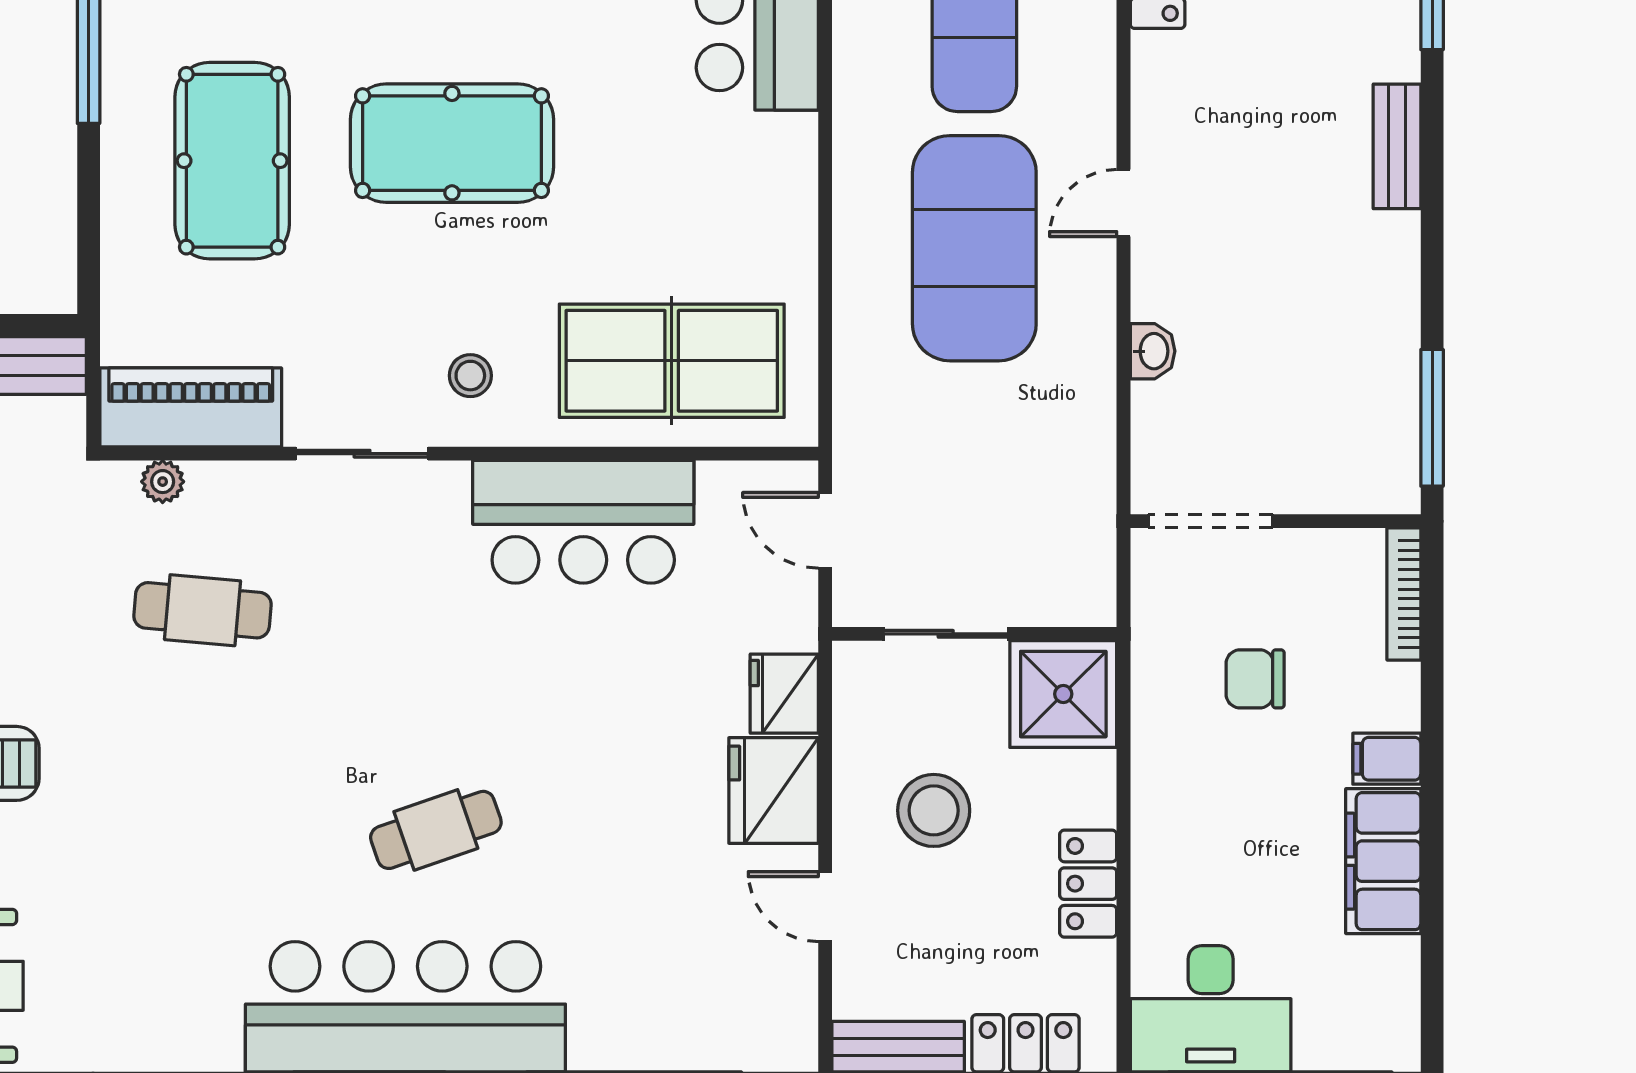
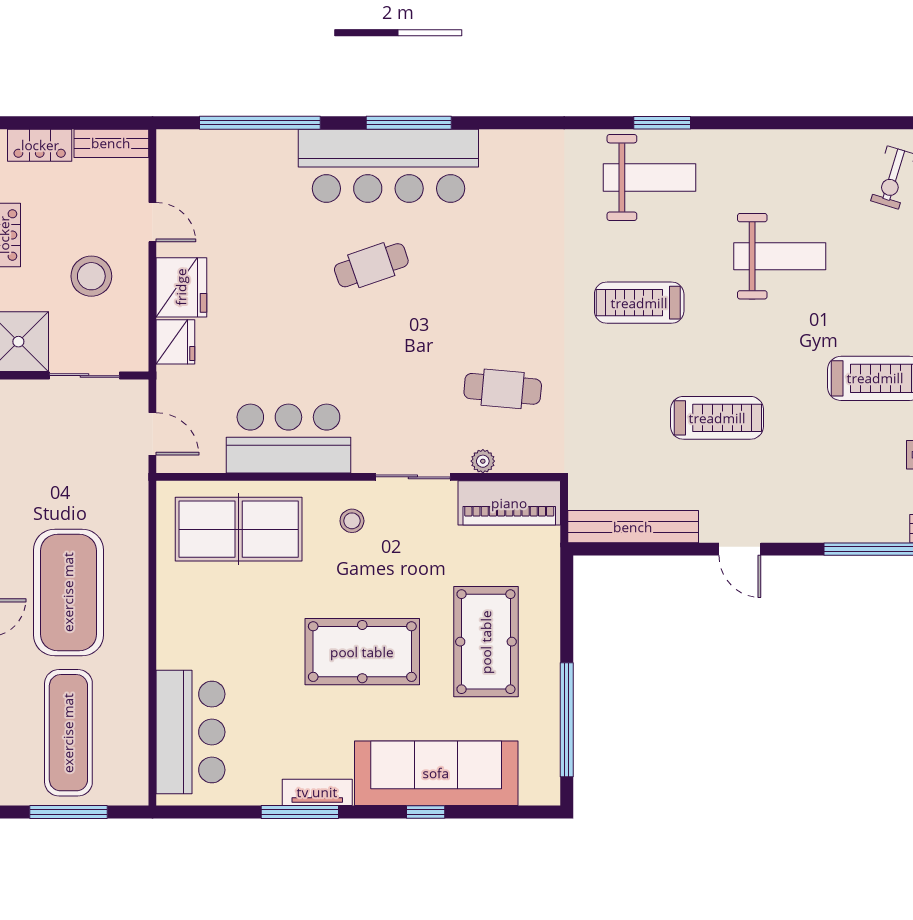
plant: (163, 482) -> (483, 461), moved

